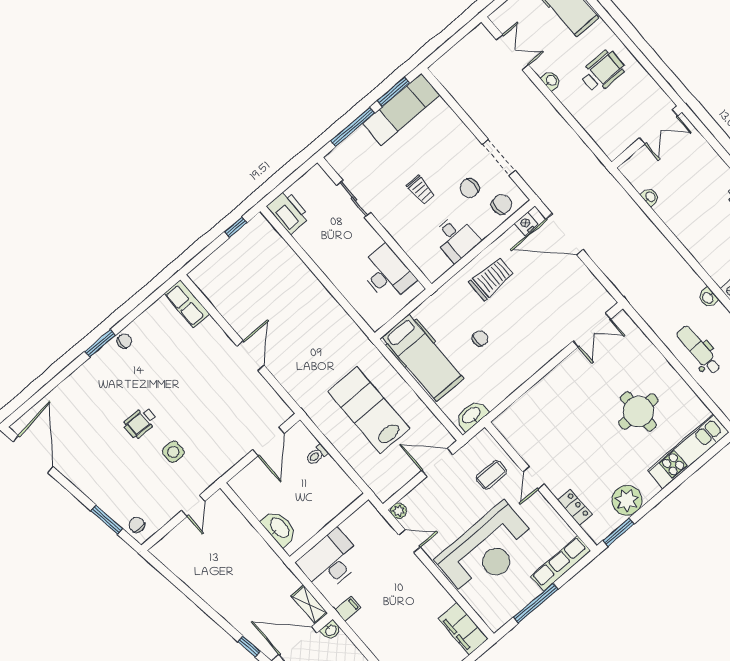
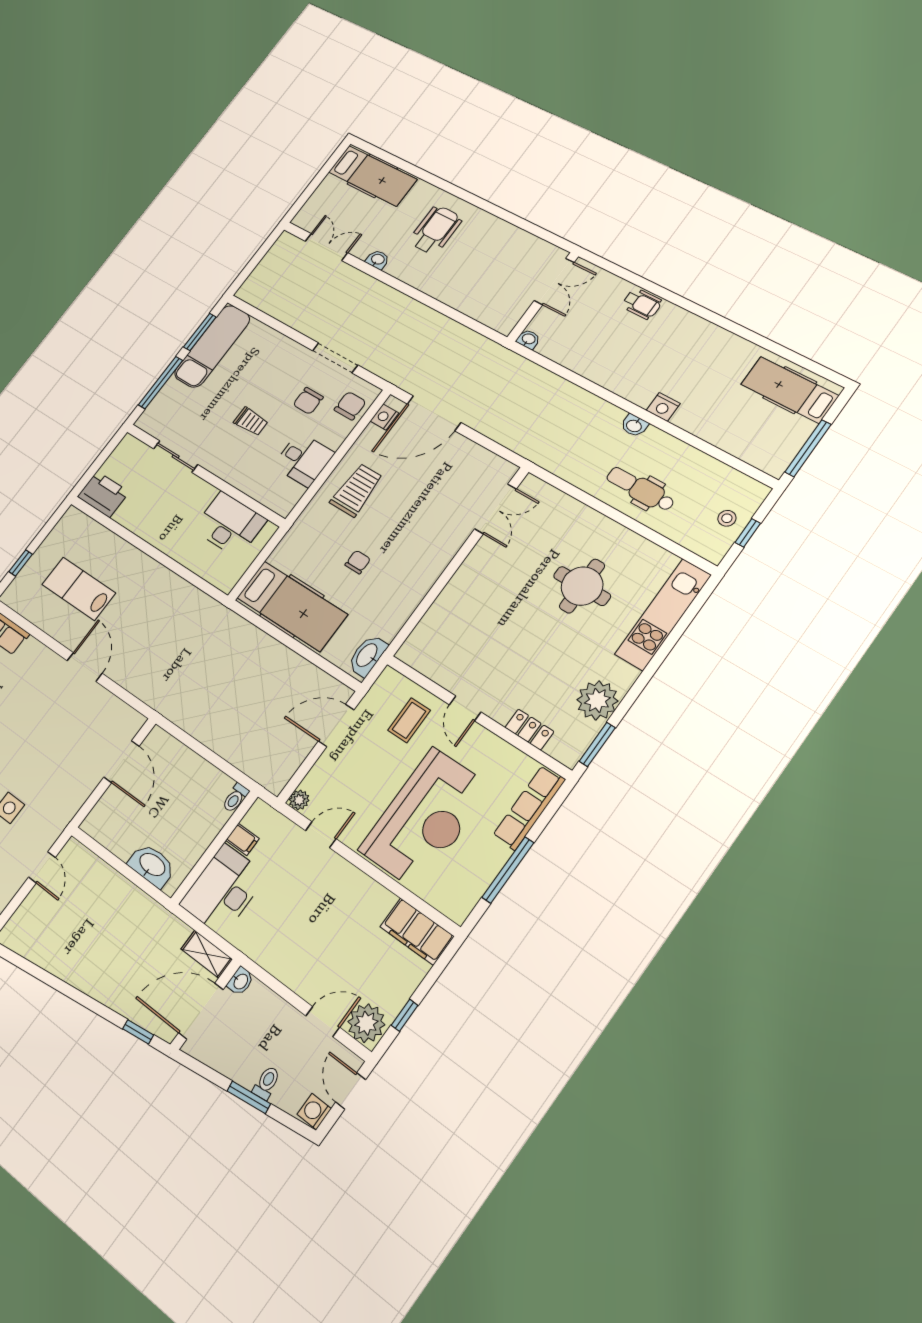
double door: (659, 127) -> (554, 282), moved
wall: (647, 137) -> (543, 297), moved
window: (236, 227) -> (21, 563), moved
lab bench: (369, 410) -> (79, 589), moved, width x0.73, depth x0.72
toilet: (317, 455) -> (235, 798), moved
filing cabinet: (348, 609) -> (242, 839), moved, turned 90

